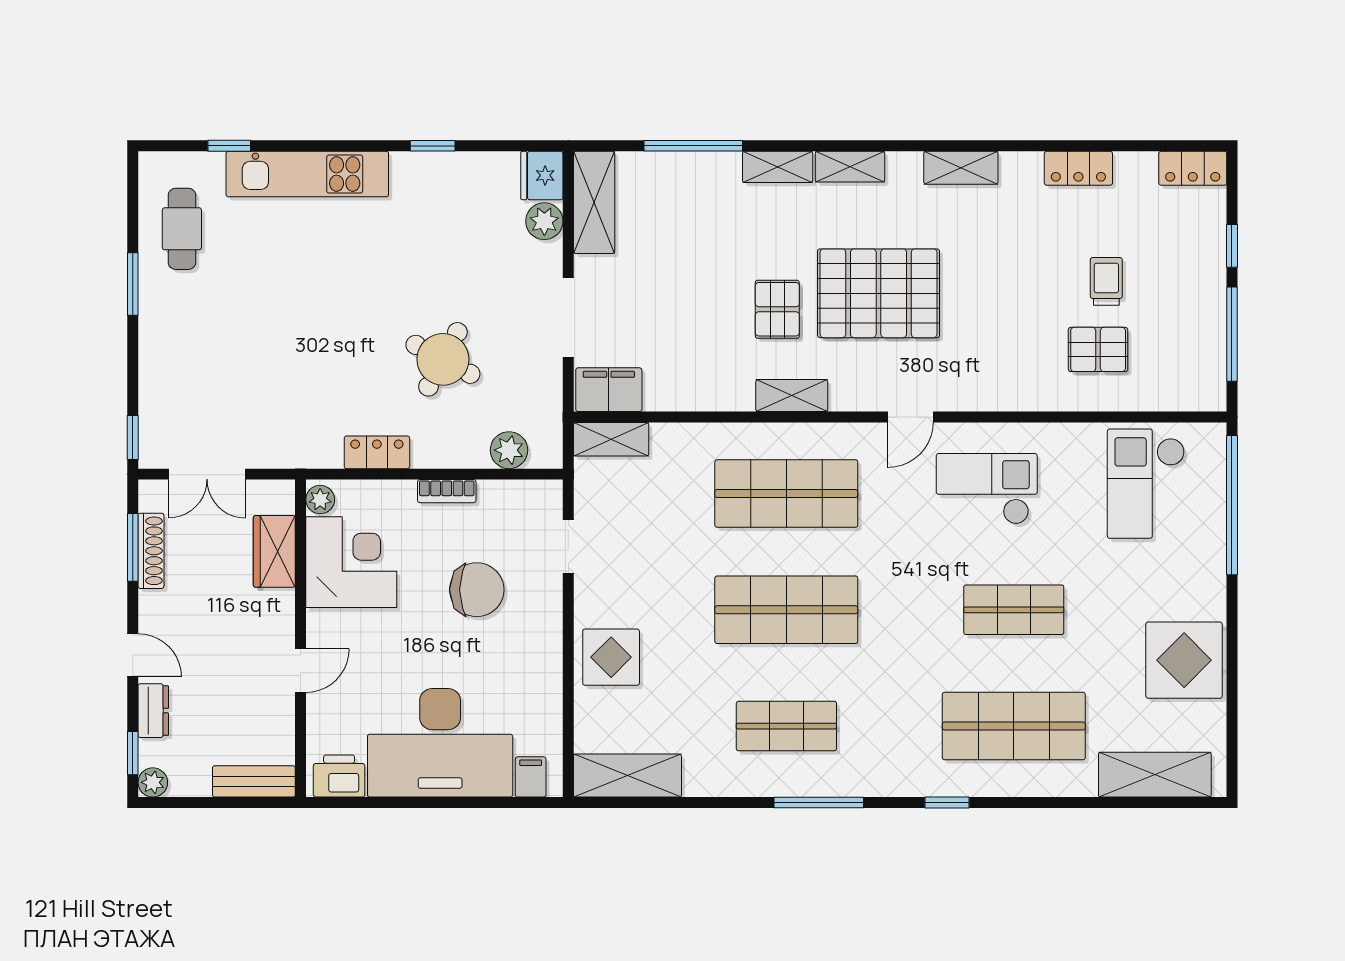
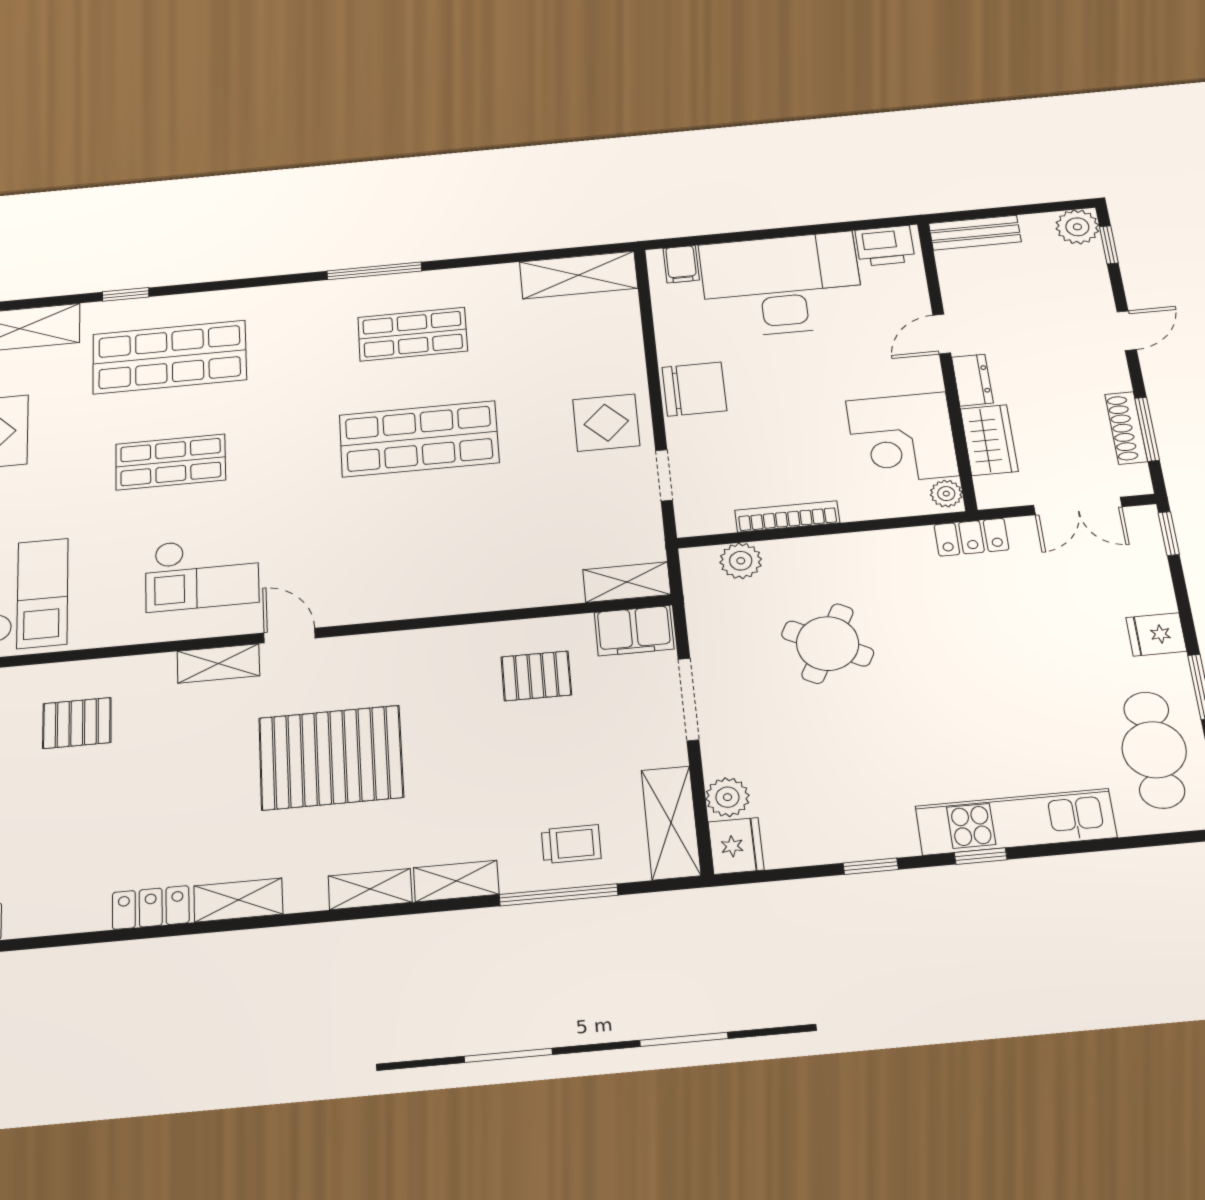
window: (229, 146) -> (981, 856), moved
locker: (1078, 168) -> (151, 907), moved
cafe table: (182, 229) -> (1154, 750), width x1.37, depth x1.35
trolley: (1106, 281) -> (571, 844), moved, turned -90
pallet: (777, 309) -> (536, 676), moved, turned 90
fridge: (161, 339) -> (1156, 634), added
shelving: (792, 396) -> (218, 663), moved
door: (910, 417) -> (289, 635), hinge flipped
locker: (377, 452) -> (971, 537), moved
double door: (207, 474) -> (1078, 506), swing flipped
bookcase: (447, 491) -> (787, 517), width x1.56
shop shelf: (786, 494) -> (426, 548), removed
chair: (477, 590) -> (694, 389), moved, turned 180
door: (133, 655) -> (1127, 331), swing flipped
display table: (611, 657) -> (606, 423), moved
dresser: (153, 711) -> (972, 380), moved, turned 180
plant: (153, 782) -> (1077, 227), width x1.38, depth x1.38
window: (947, 802) -> (126, 294), moved

